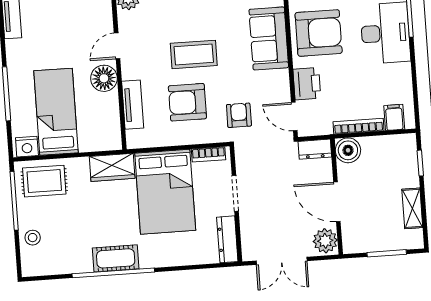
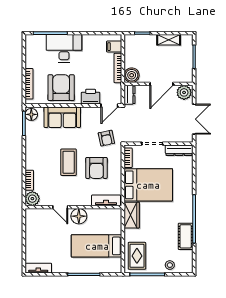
tv unit: (133, 105) -> (106, 200), moved
armchair: (239, 115) -> (106, 138), turned -102
nightstand: (27, 147) -> (116, 265), removed
cot: (116, 258) -> (186, 236), moved

